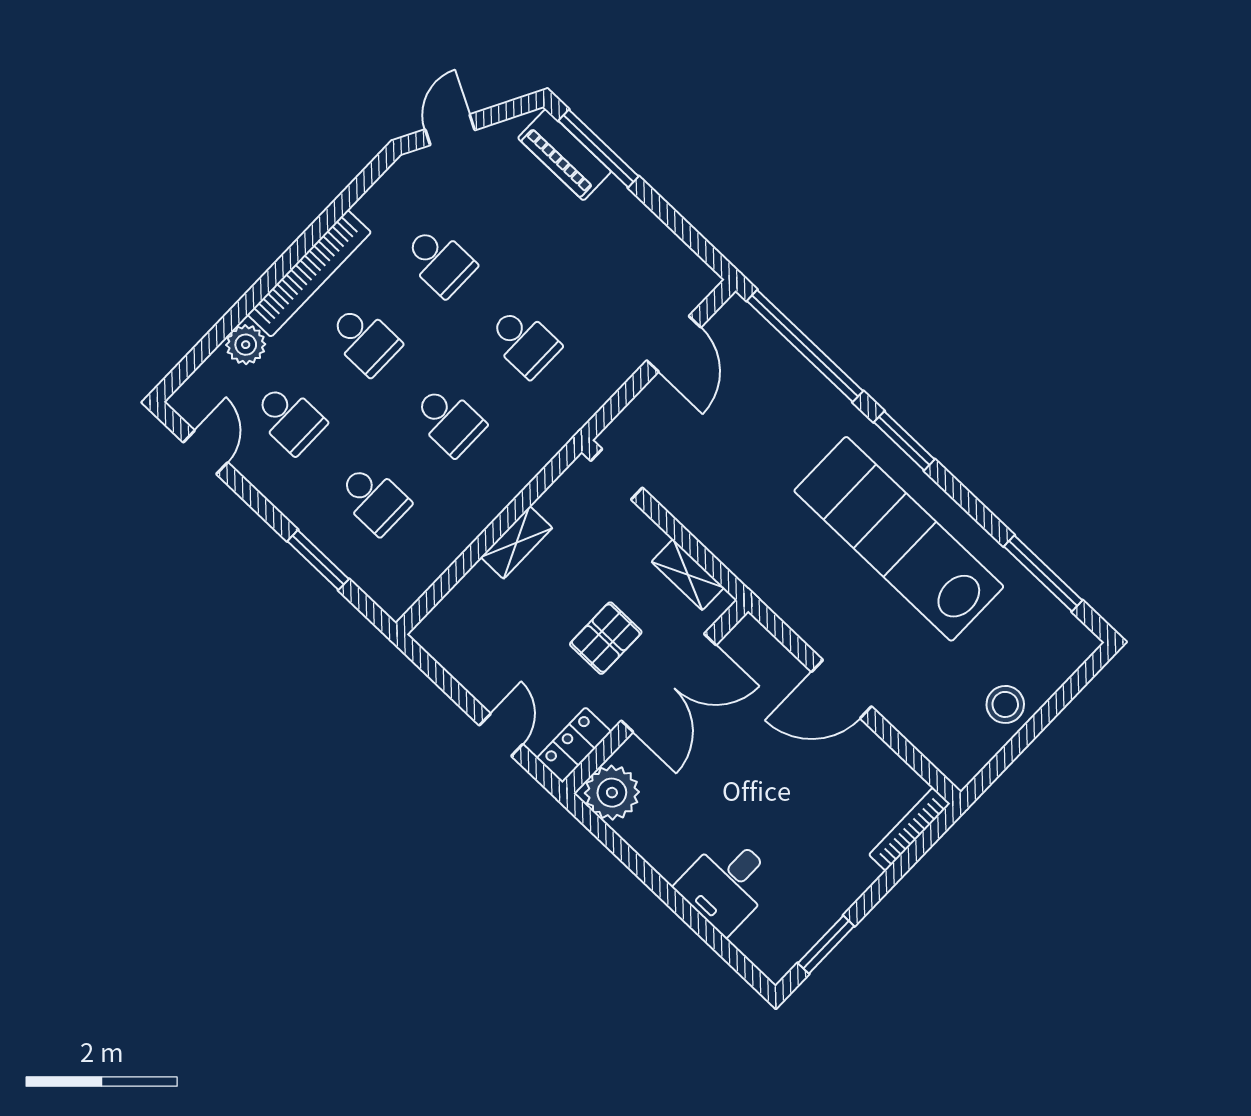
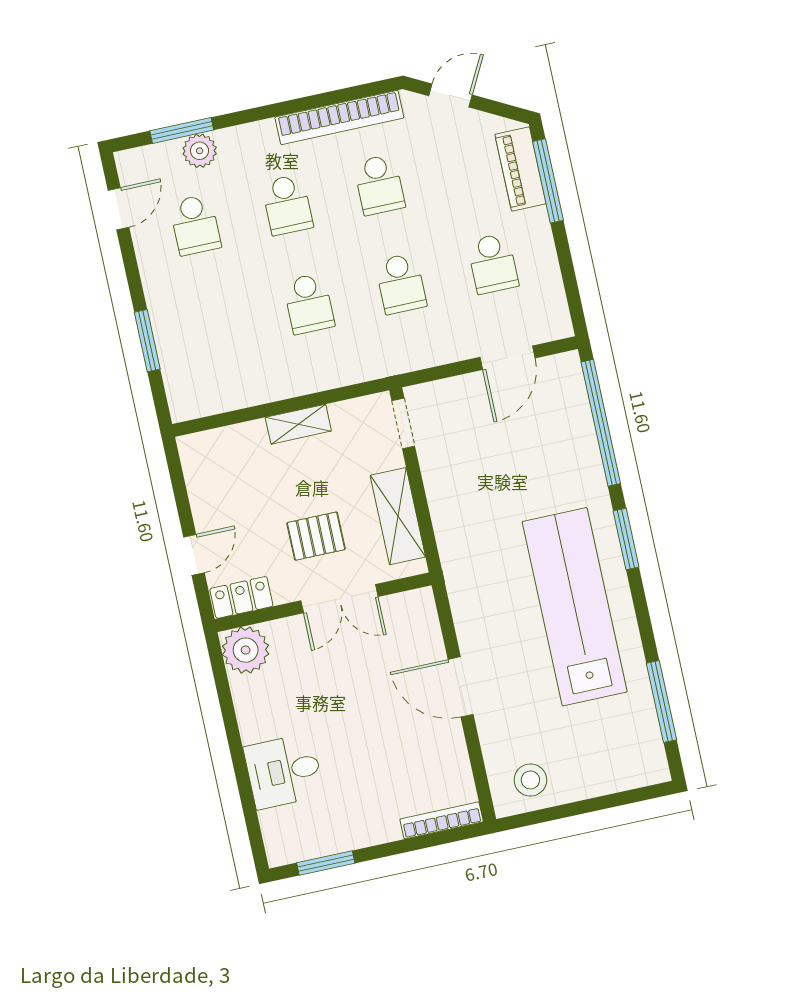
bookcase: (309, 273) -> (339, 117), moved
window: (216, 337) -> (182, 130), added
school desk: (374, 499) -> (493, 264), moved
shelving: (688, 575) -> (398, 516), width x1.50, depth x1.33
double door: (669, 683) -> (339, 599), width x0.73
stool: (1005, 704) -> (530, 780), moved

